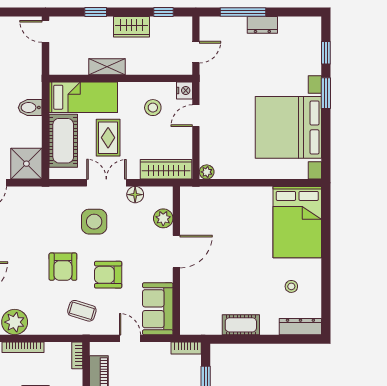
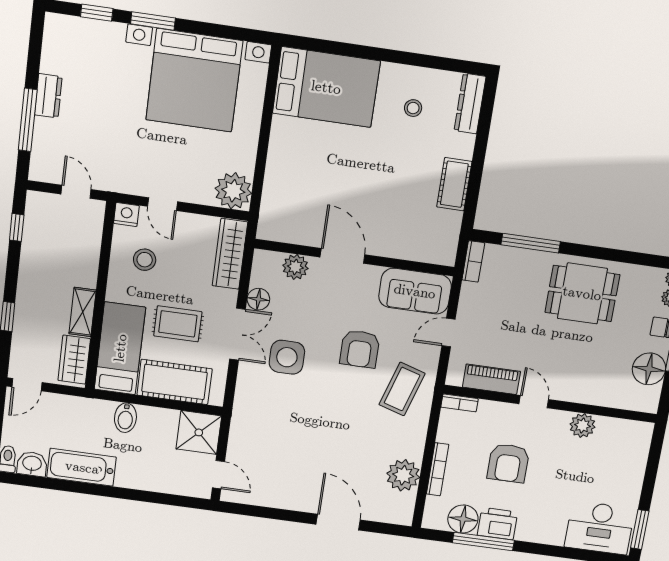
wardrobe: (131, 27) -> (74, 360), moved, turned 180
plant: (207, 172) -> (233, 191), width x1.88, depth x1.88
double door: (106, 183) -> (238, 334), swing flipped
armchair: (63, 267) -> (340, 405), removed
coffee table: (82, 311) -> (402, 389), width x1.36, depth x1.30

